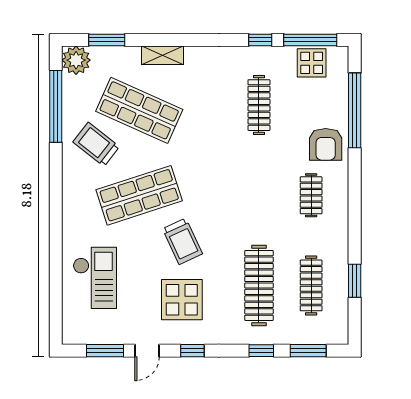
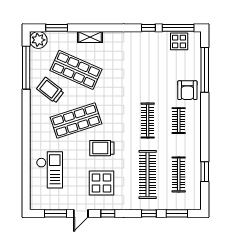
clothes rail: (259, 105) -> (148, 121), moved
trolley: (182, 241) -> (102, 148), turned 115

